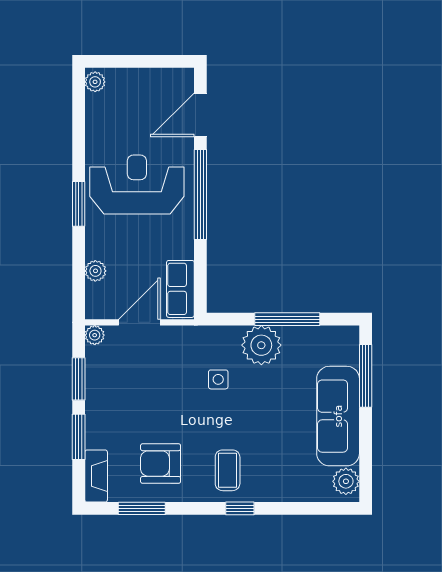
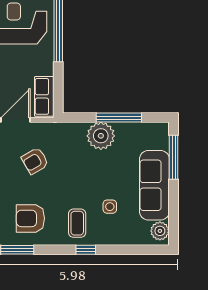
side table: (218, 379) -> (110, 207), moved
armchair: (167, 381) -> (35, 161), added

